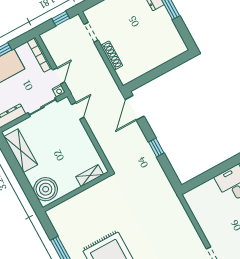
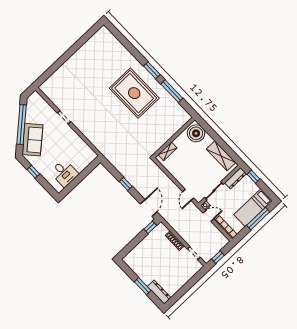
door: (59, 76) -> (208, 216), swing flipped
window: (139, 82) -> (150, 227), added

